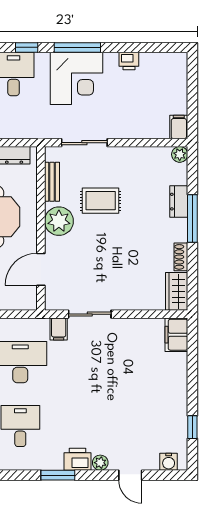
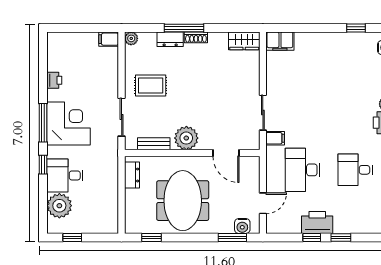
rug: (101, 201) -> (151, 86), moved, turned 90
shoe rack: (181, 257) -> (196, 37), moved

